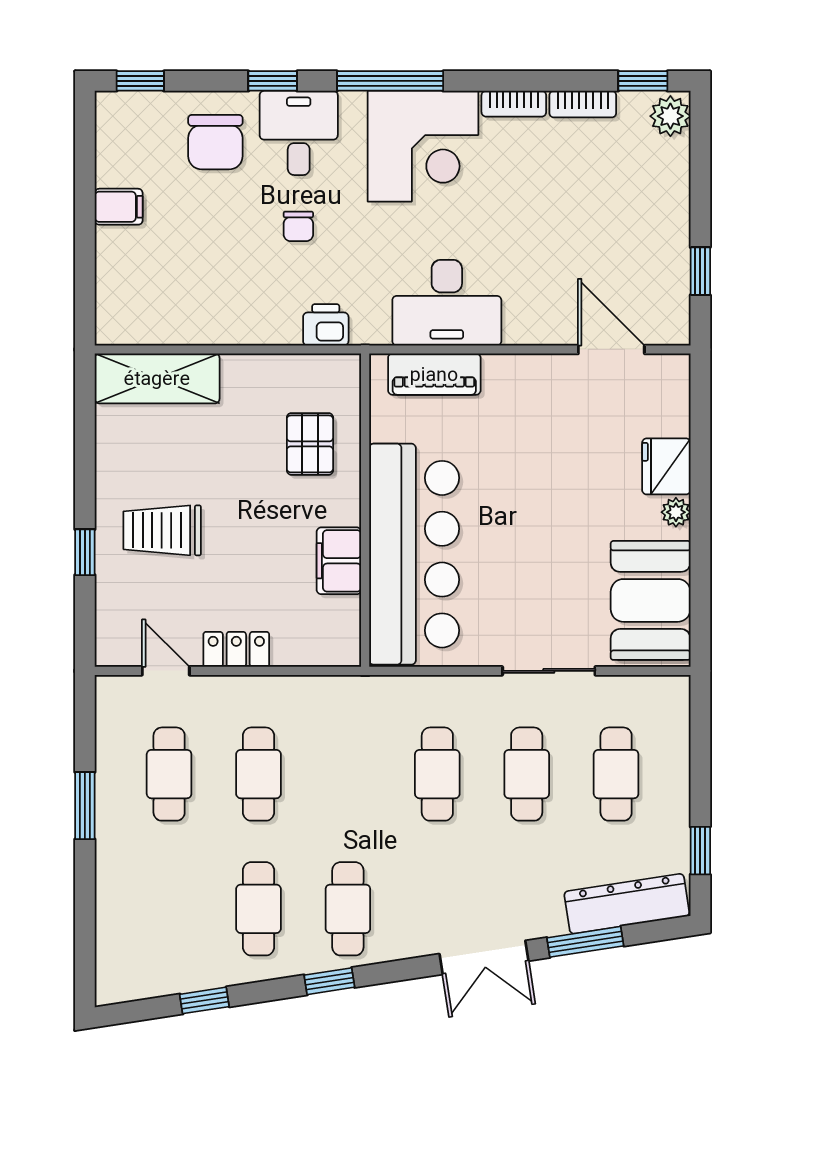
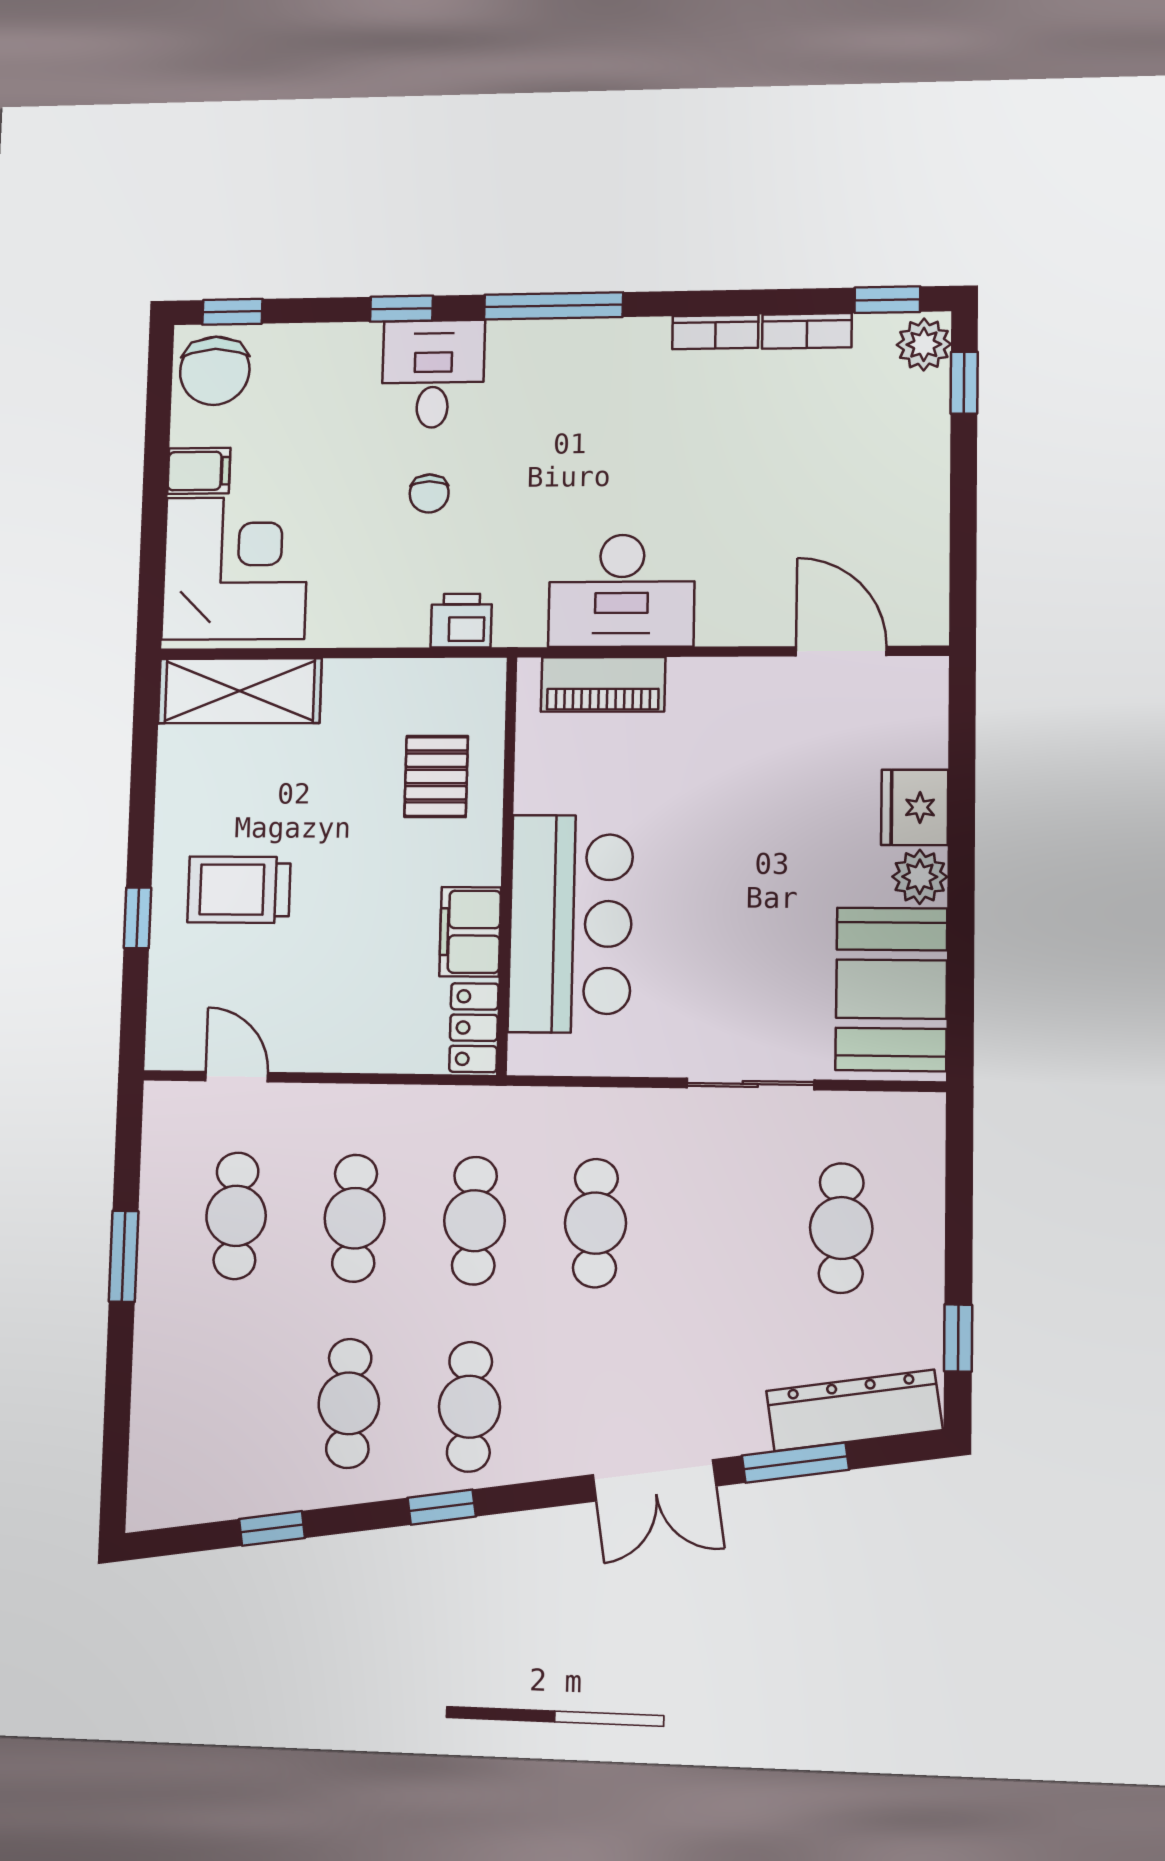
chair: (215, 142) -> (215, 371), moved
corner desk: (423, 146) -> (235, 568), moved, turned -90
window: (700, 271) -> (964, 383), moved
plant: (676, 512) -> (920, 877), width x1.38, depth x1.38
bar counter: (414, 554) -> (571, 924), width x0.73
locker: (236, 649) -> (474, 1028), moved, turned -90
cafe table: (527, 774) -> (474, 1221), moved

